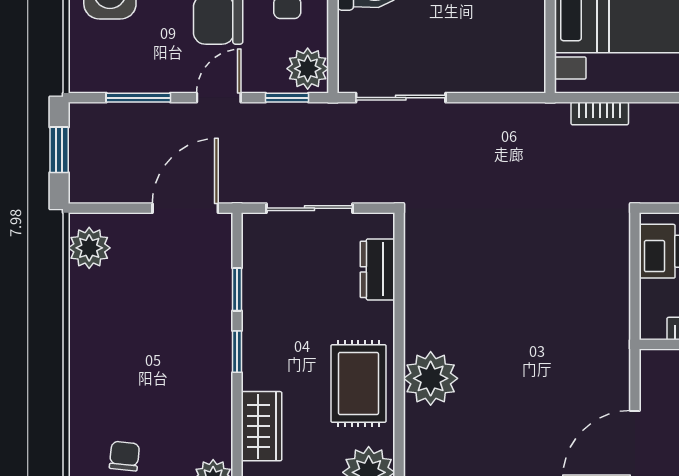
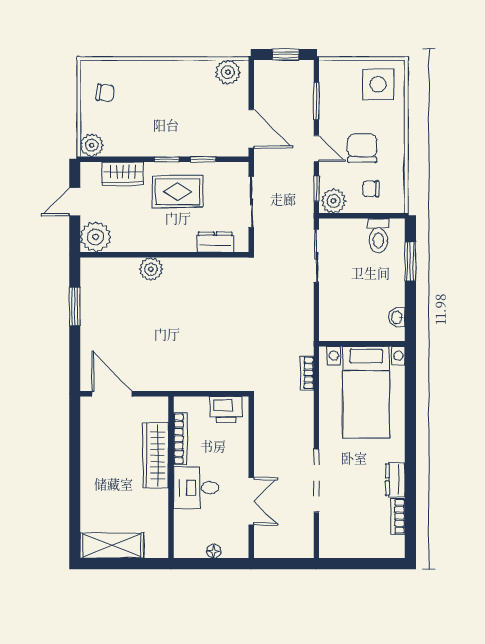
plant: (431, 378) -> (151, 269), width x0.73, depth x0.73
rug: (358, 384) -> (178, 192), moved

